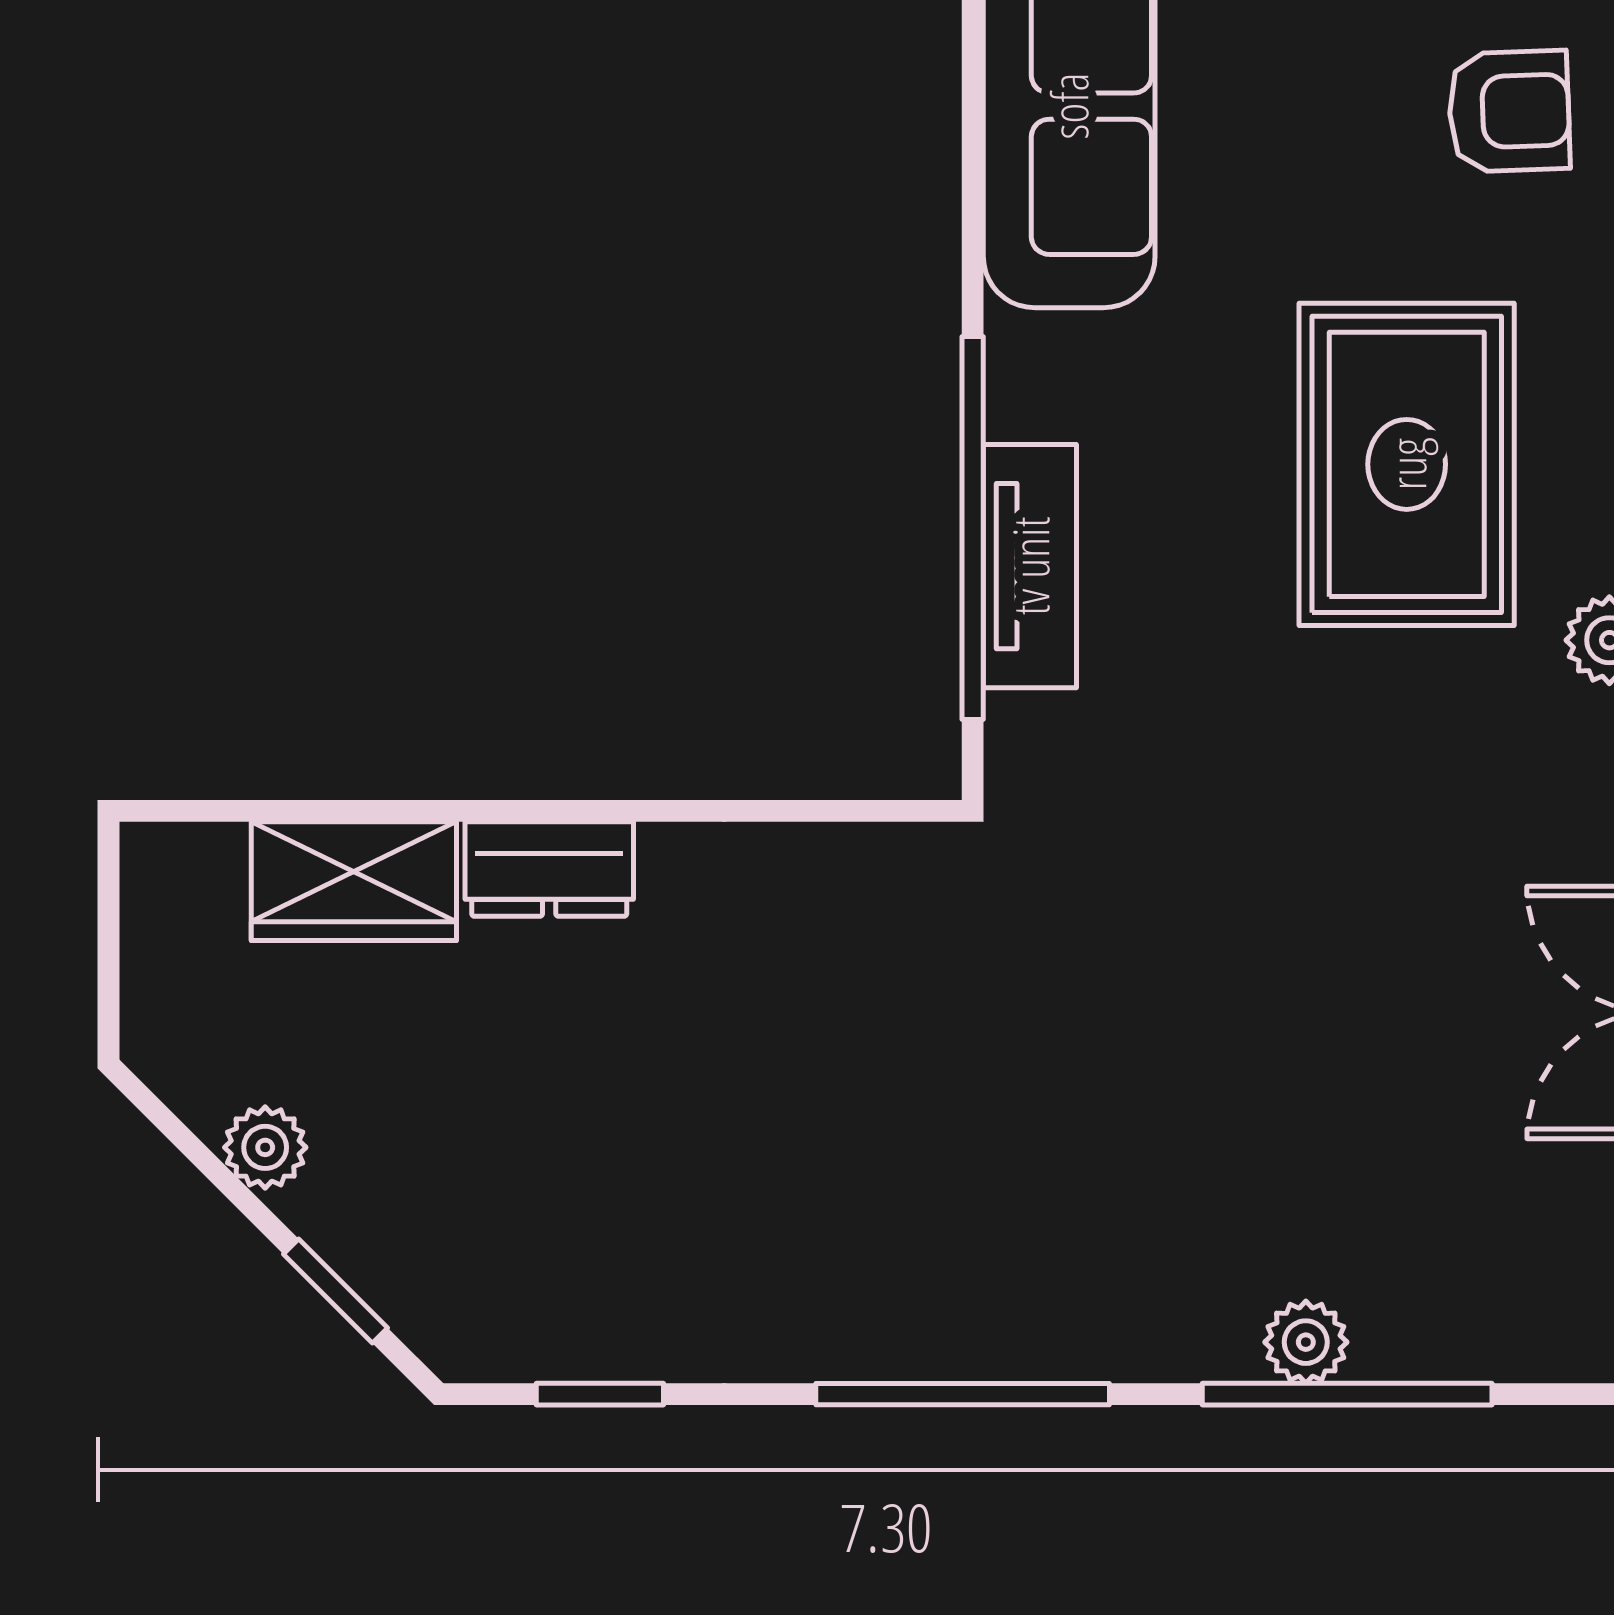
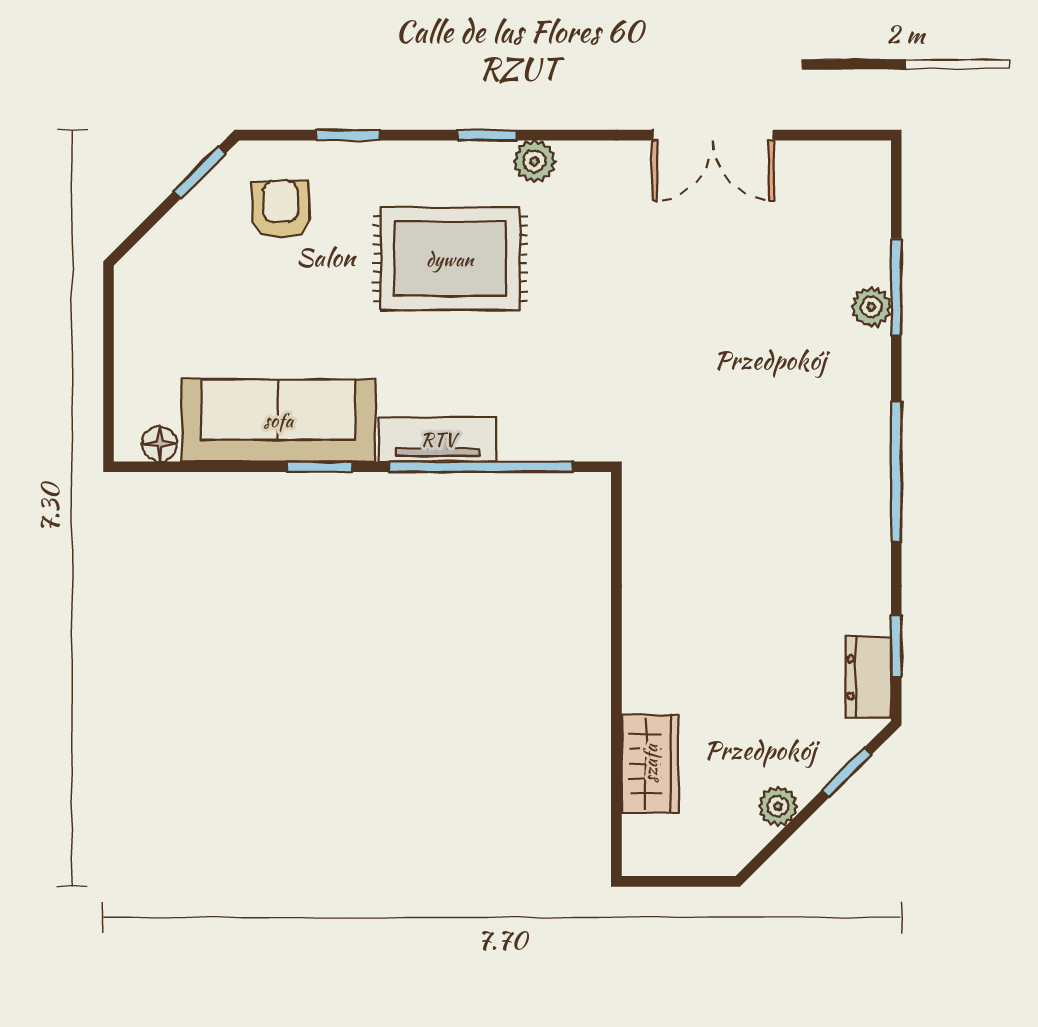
window: (973, 192) -> (319, 467), added
tv unit: (1030, 566) -> (438, 439), moved
dresser: (549, 869) -> (868, 677), moved, turned 180
window: (1347, 1394) -> (896, 287), width x0.69

